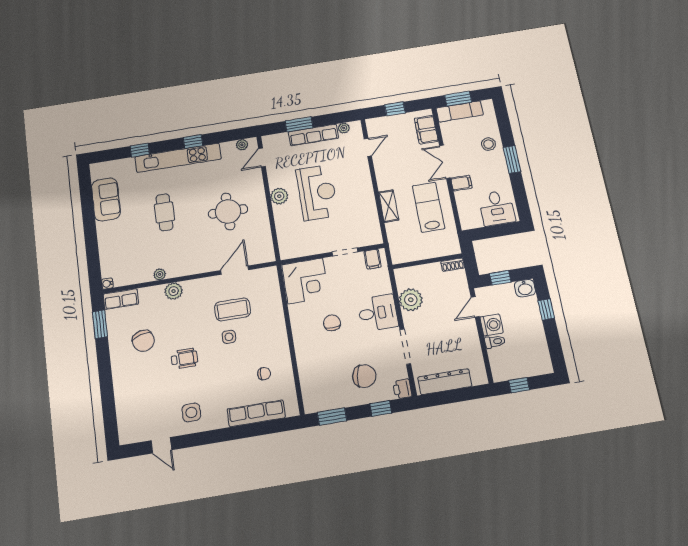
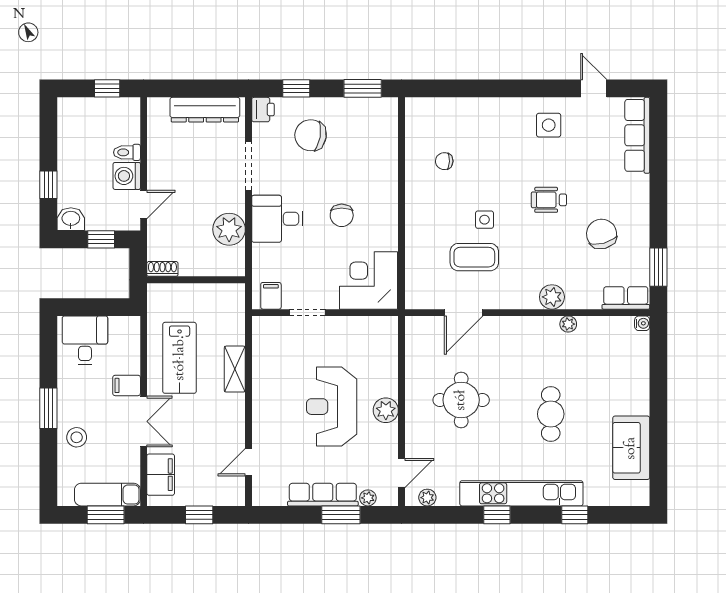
plant: (344, 128) -> (368, 498), moved
row of seats: (256, 413) -> (637, 135), moved, turned 90

